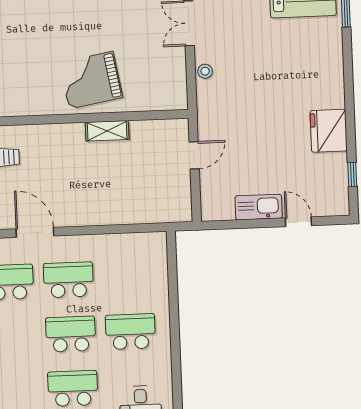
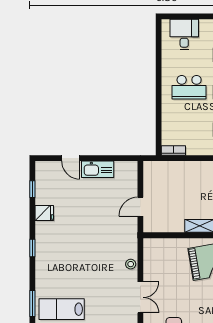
window: (349, 89) -> (32, 248), added
fridge: (329, 131) -> (44, 213), width x0.53, depth x0.75
bookcase: (149, 239) -> (173, 151), added

